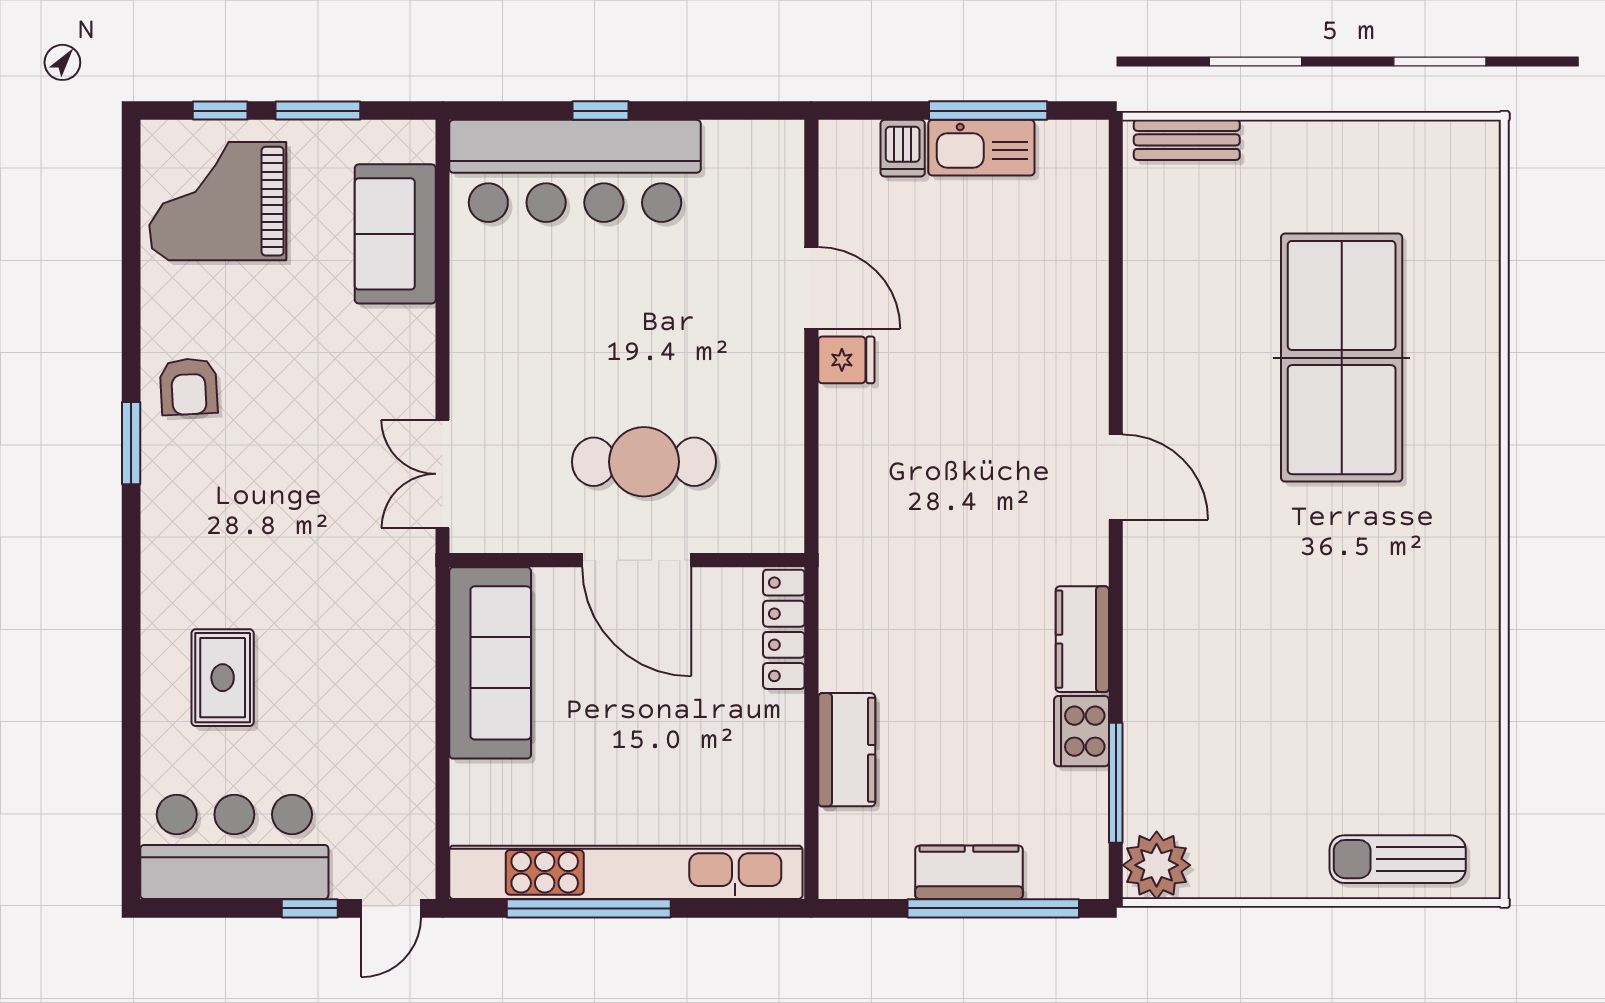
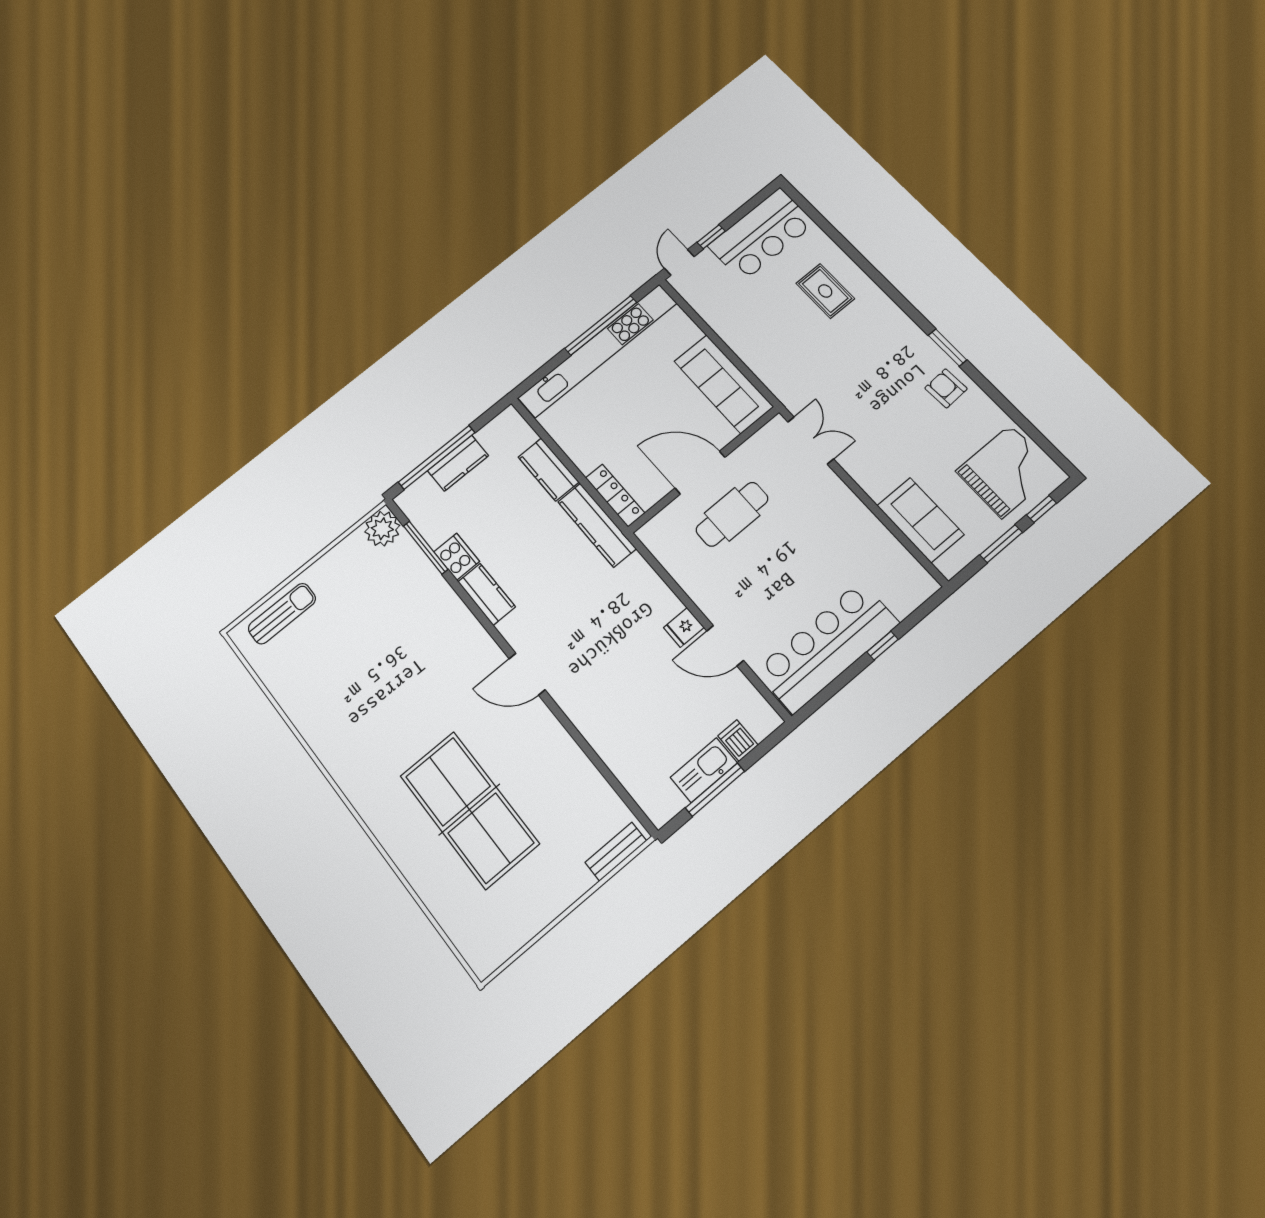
bar counter: (575, 171) -> (827, 647), moved
kitchen counter: (846, 608) -> (597, 525), added

